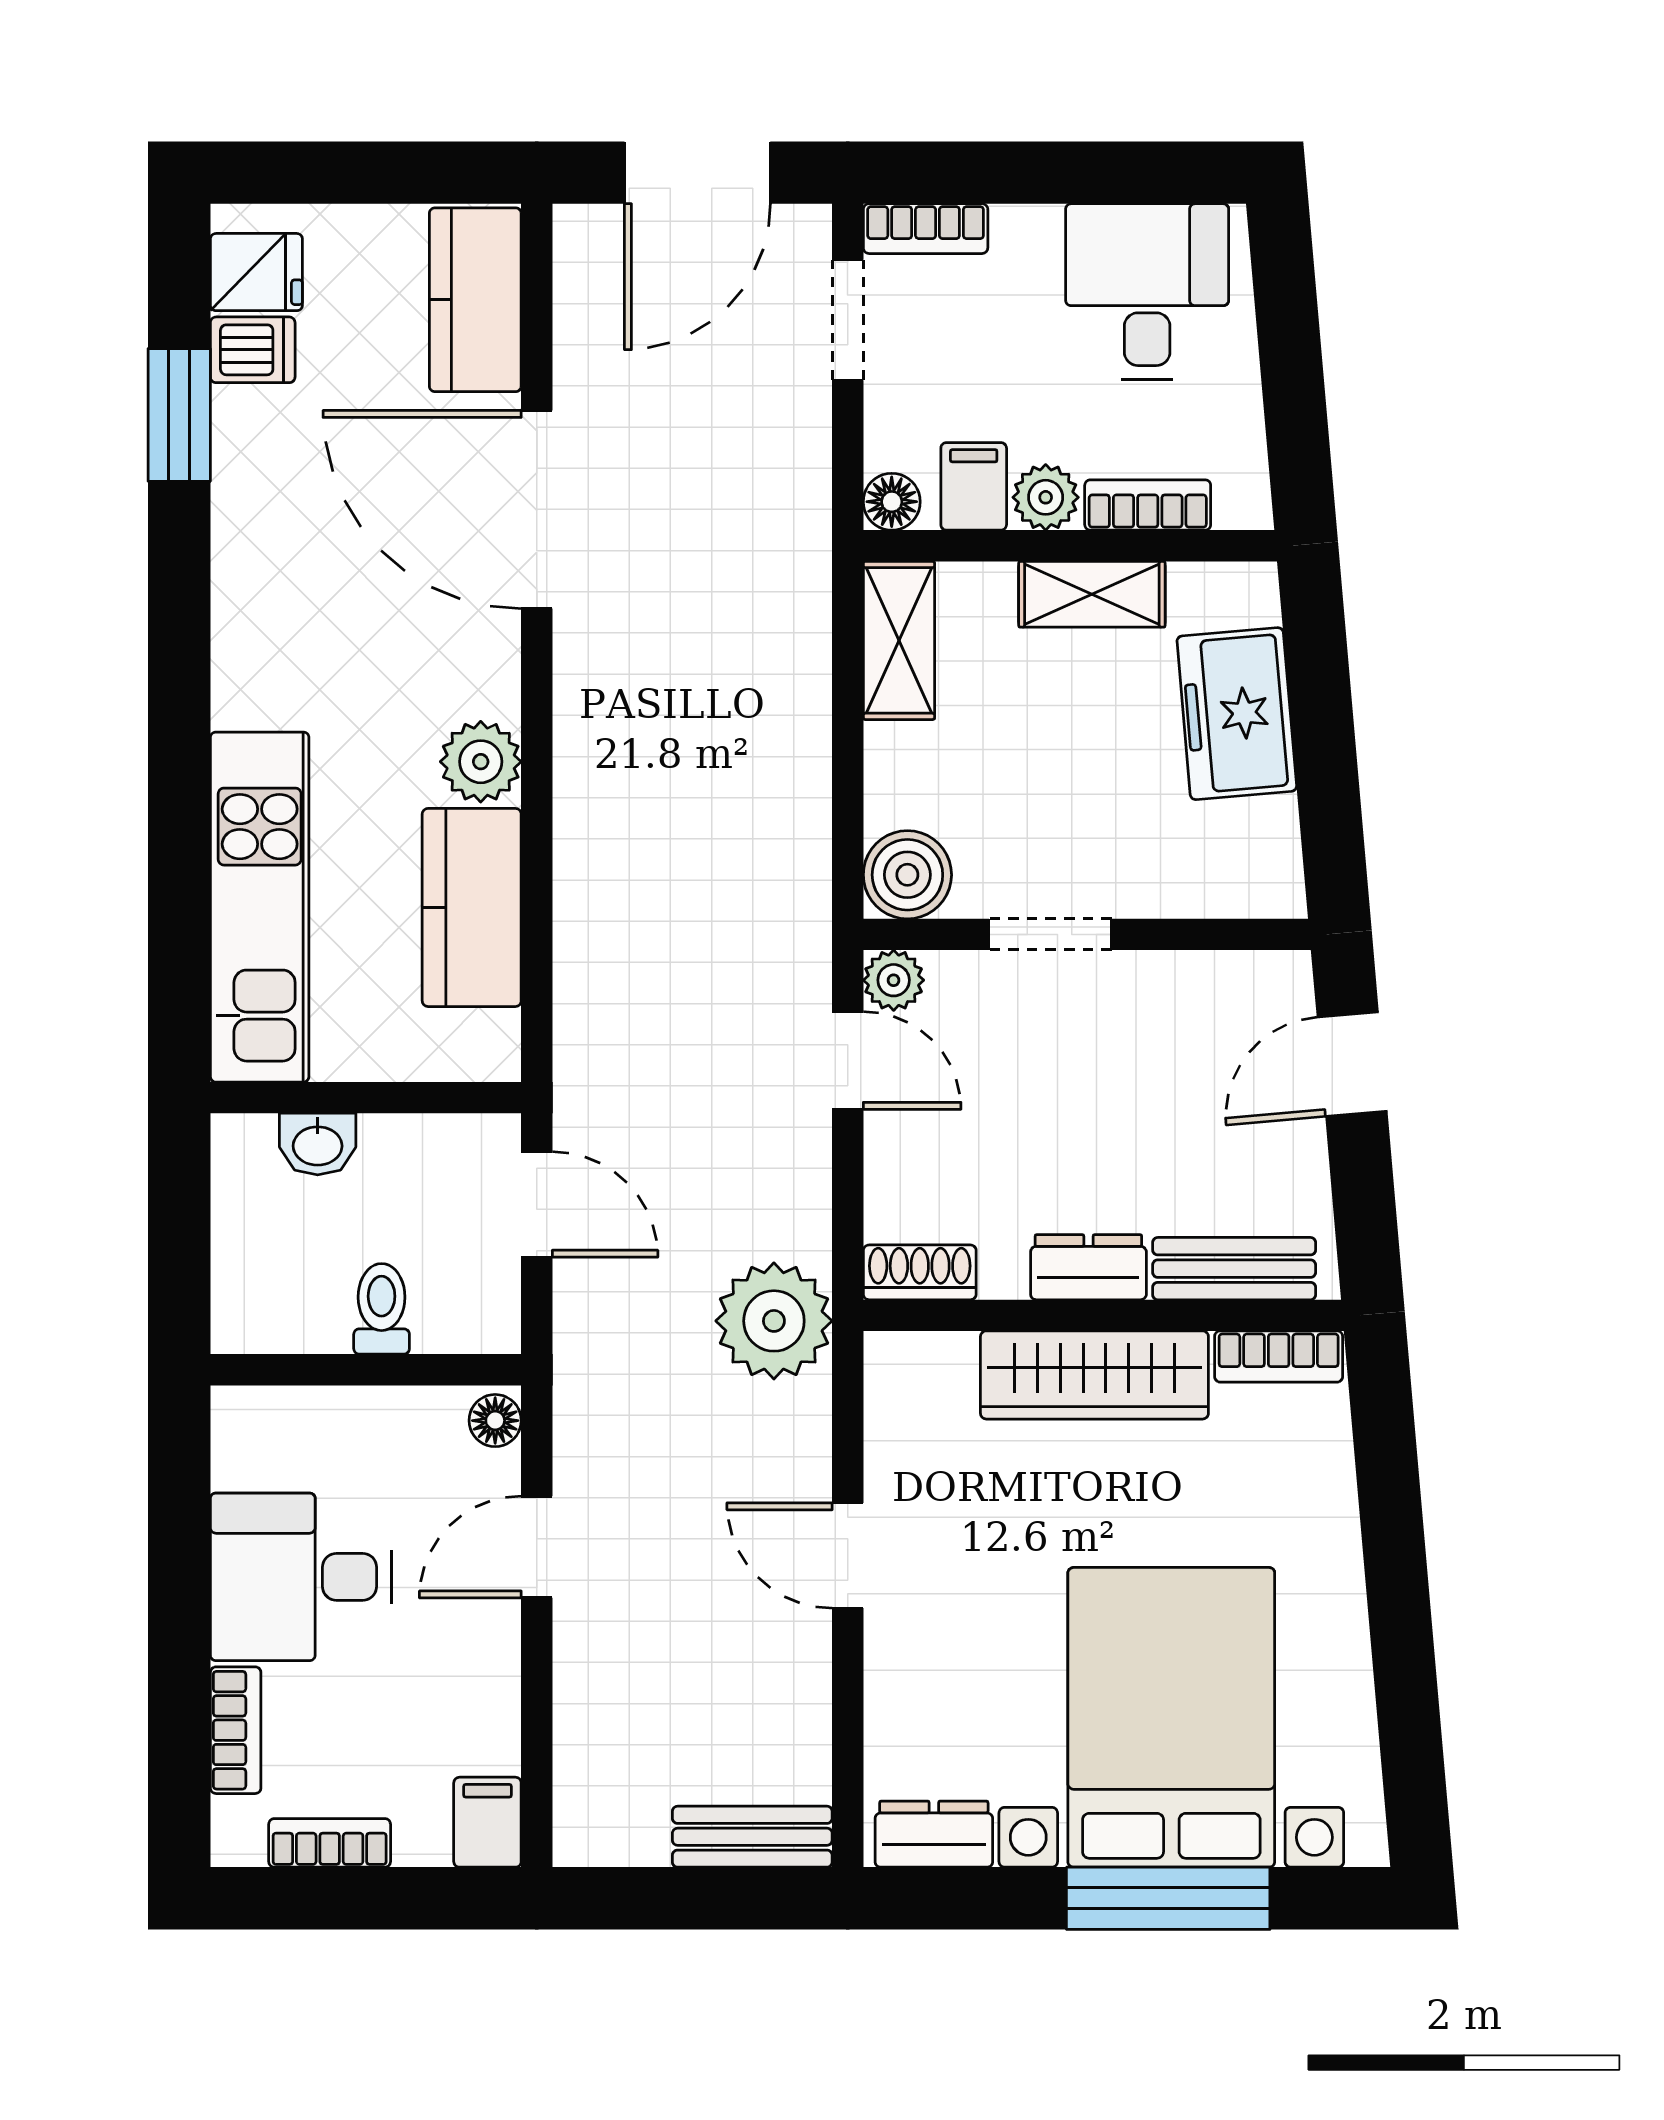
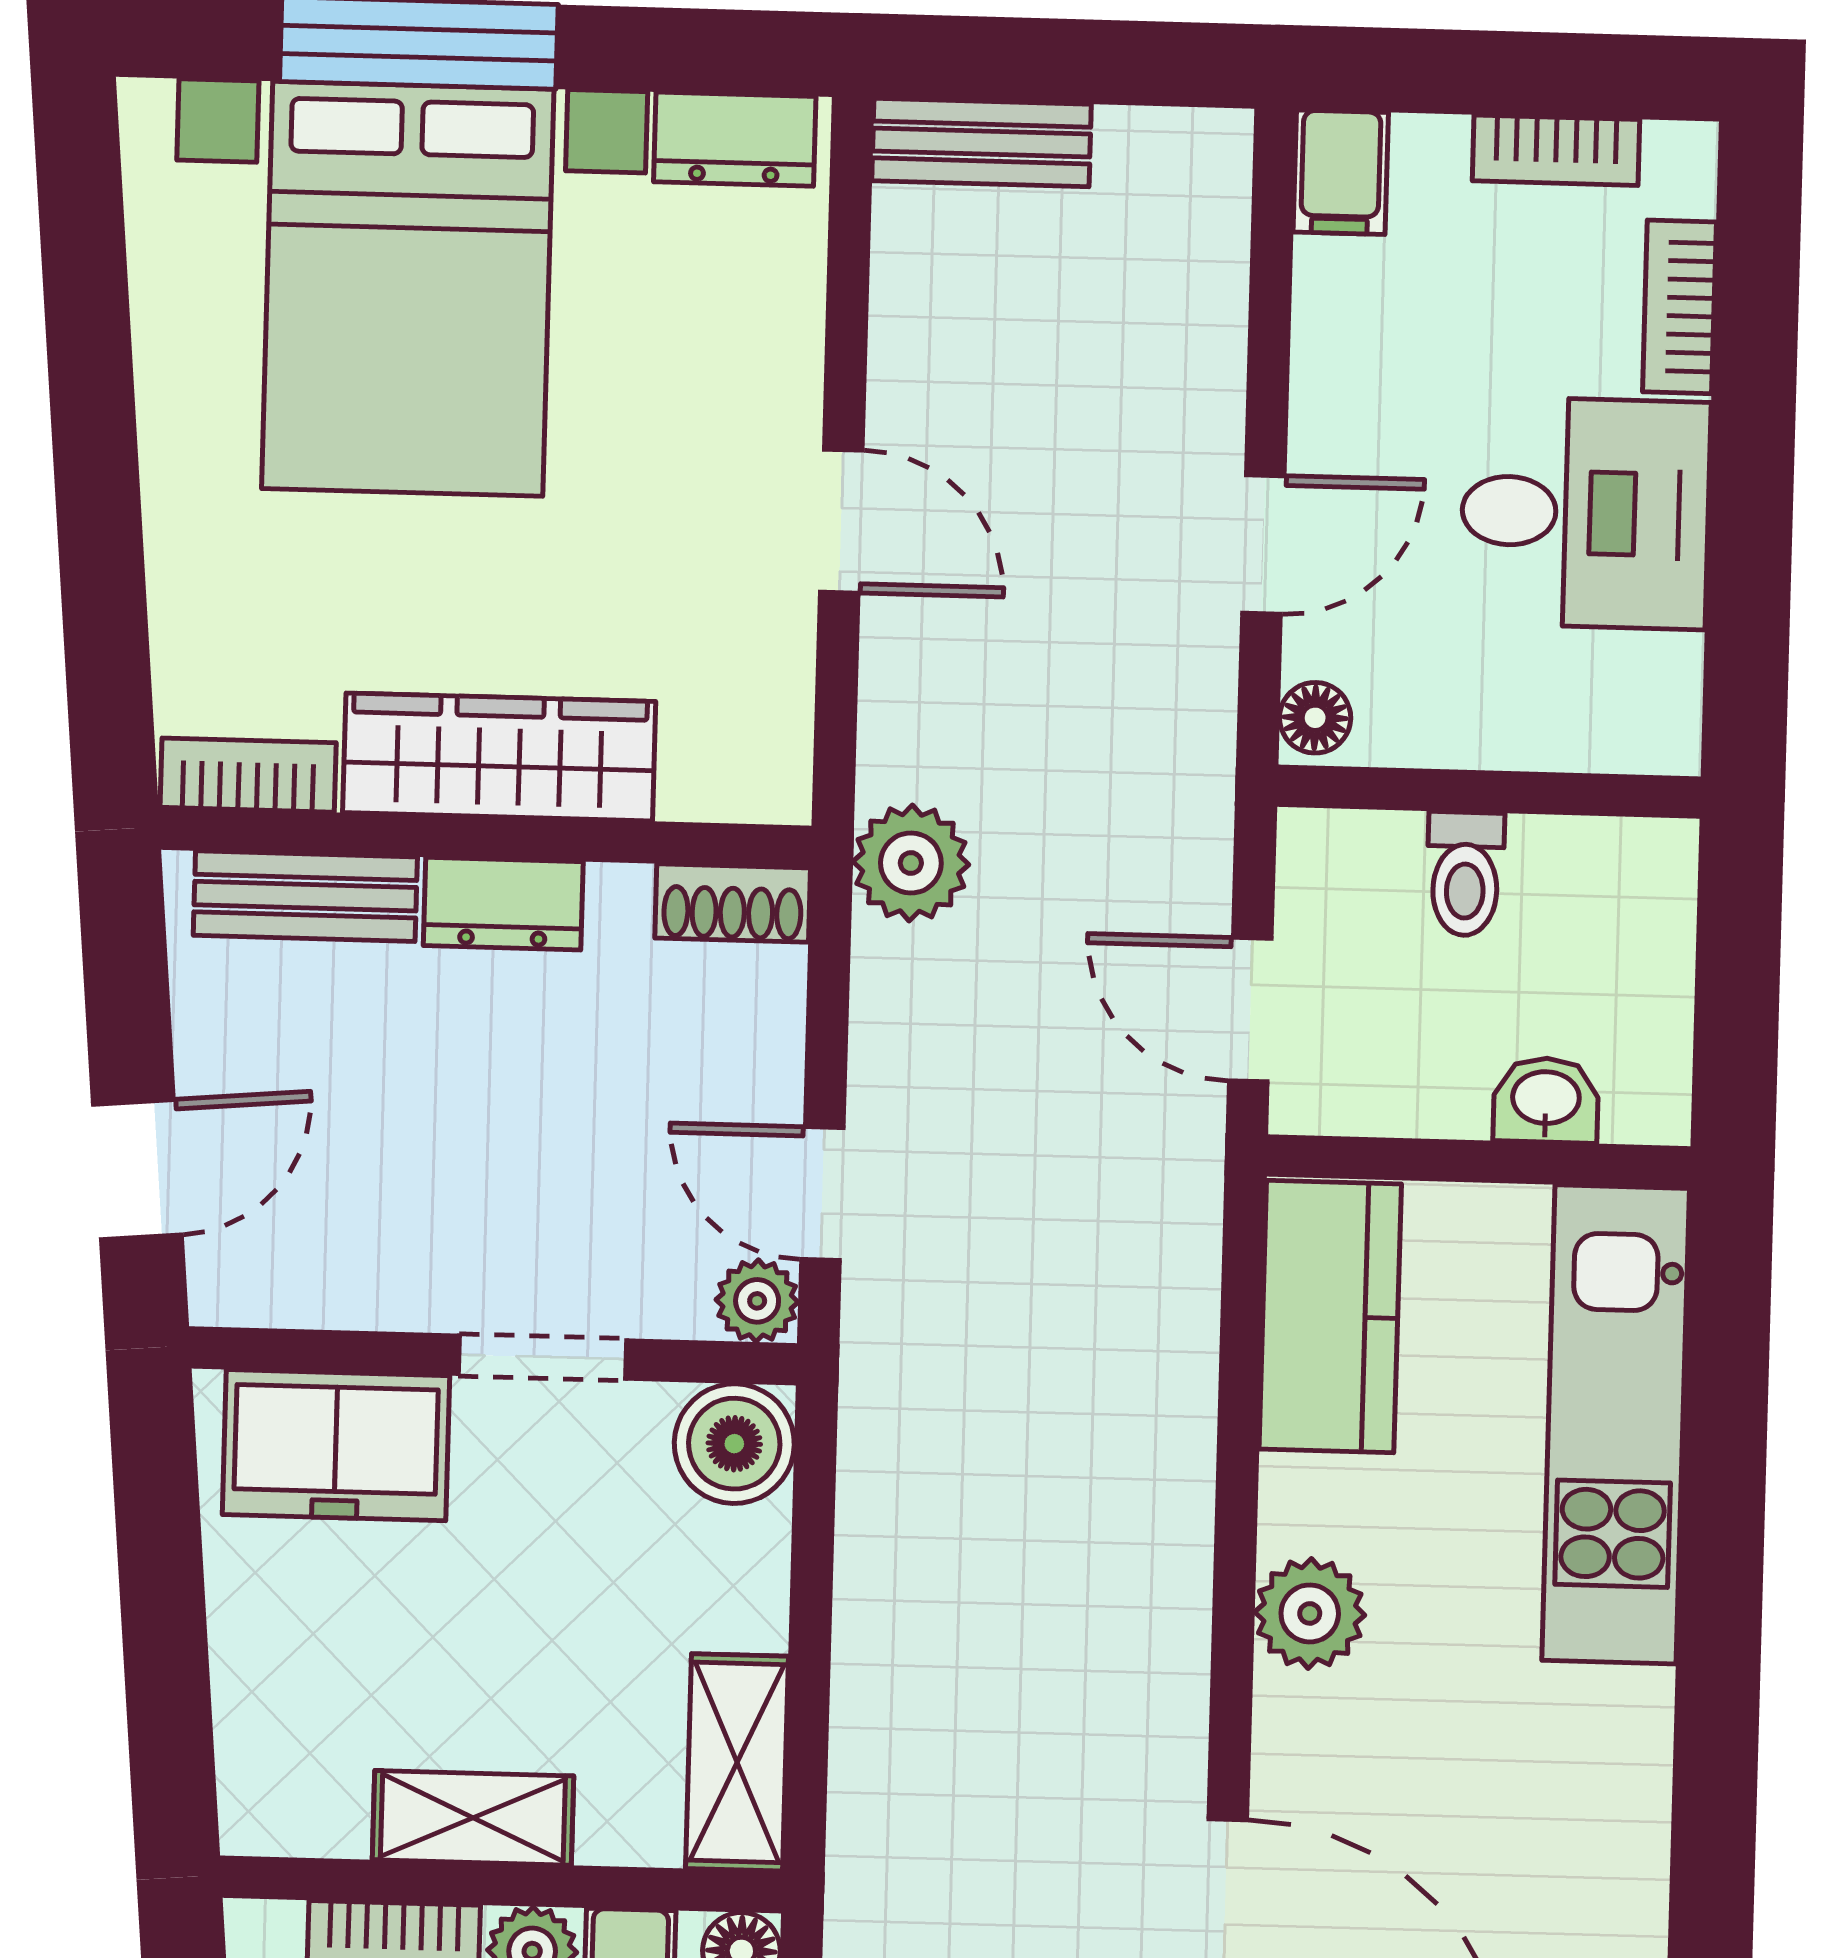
freezer: (1237, 714) -> (336, 1445), moved, turned 95
kitchen counter: (472, 907) -> (1330, 1316), moved
plant: (774, 1321) -> (911, 863), width x0.73, depth x0.73

